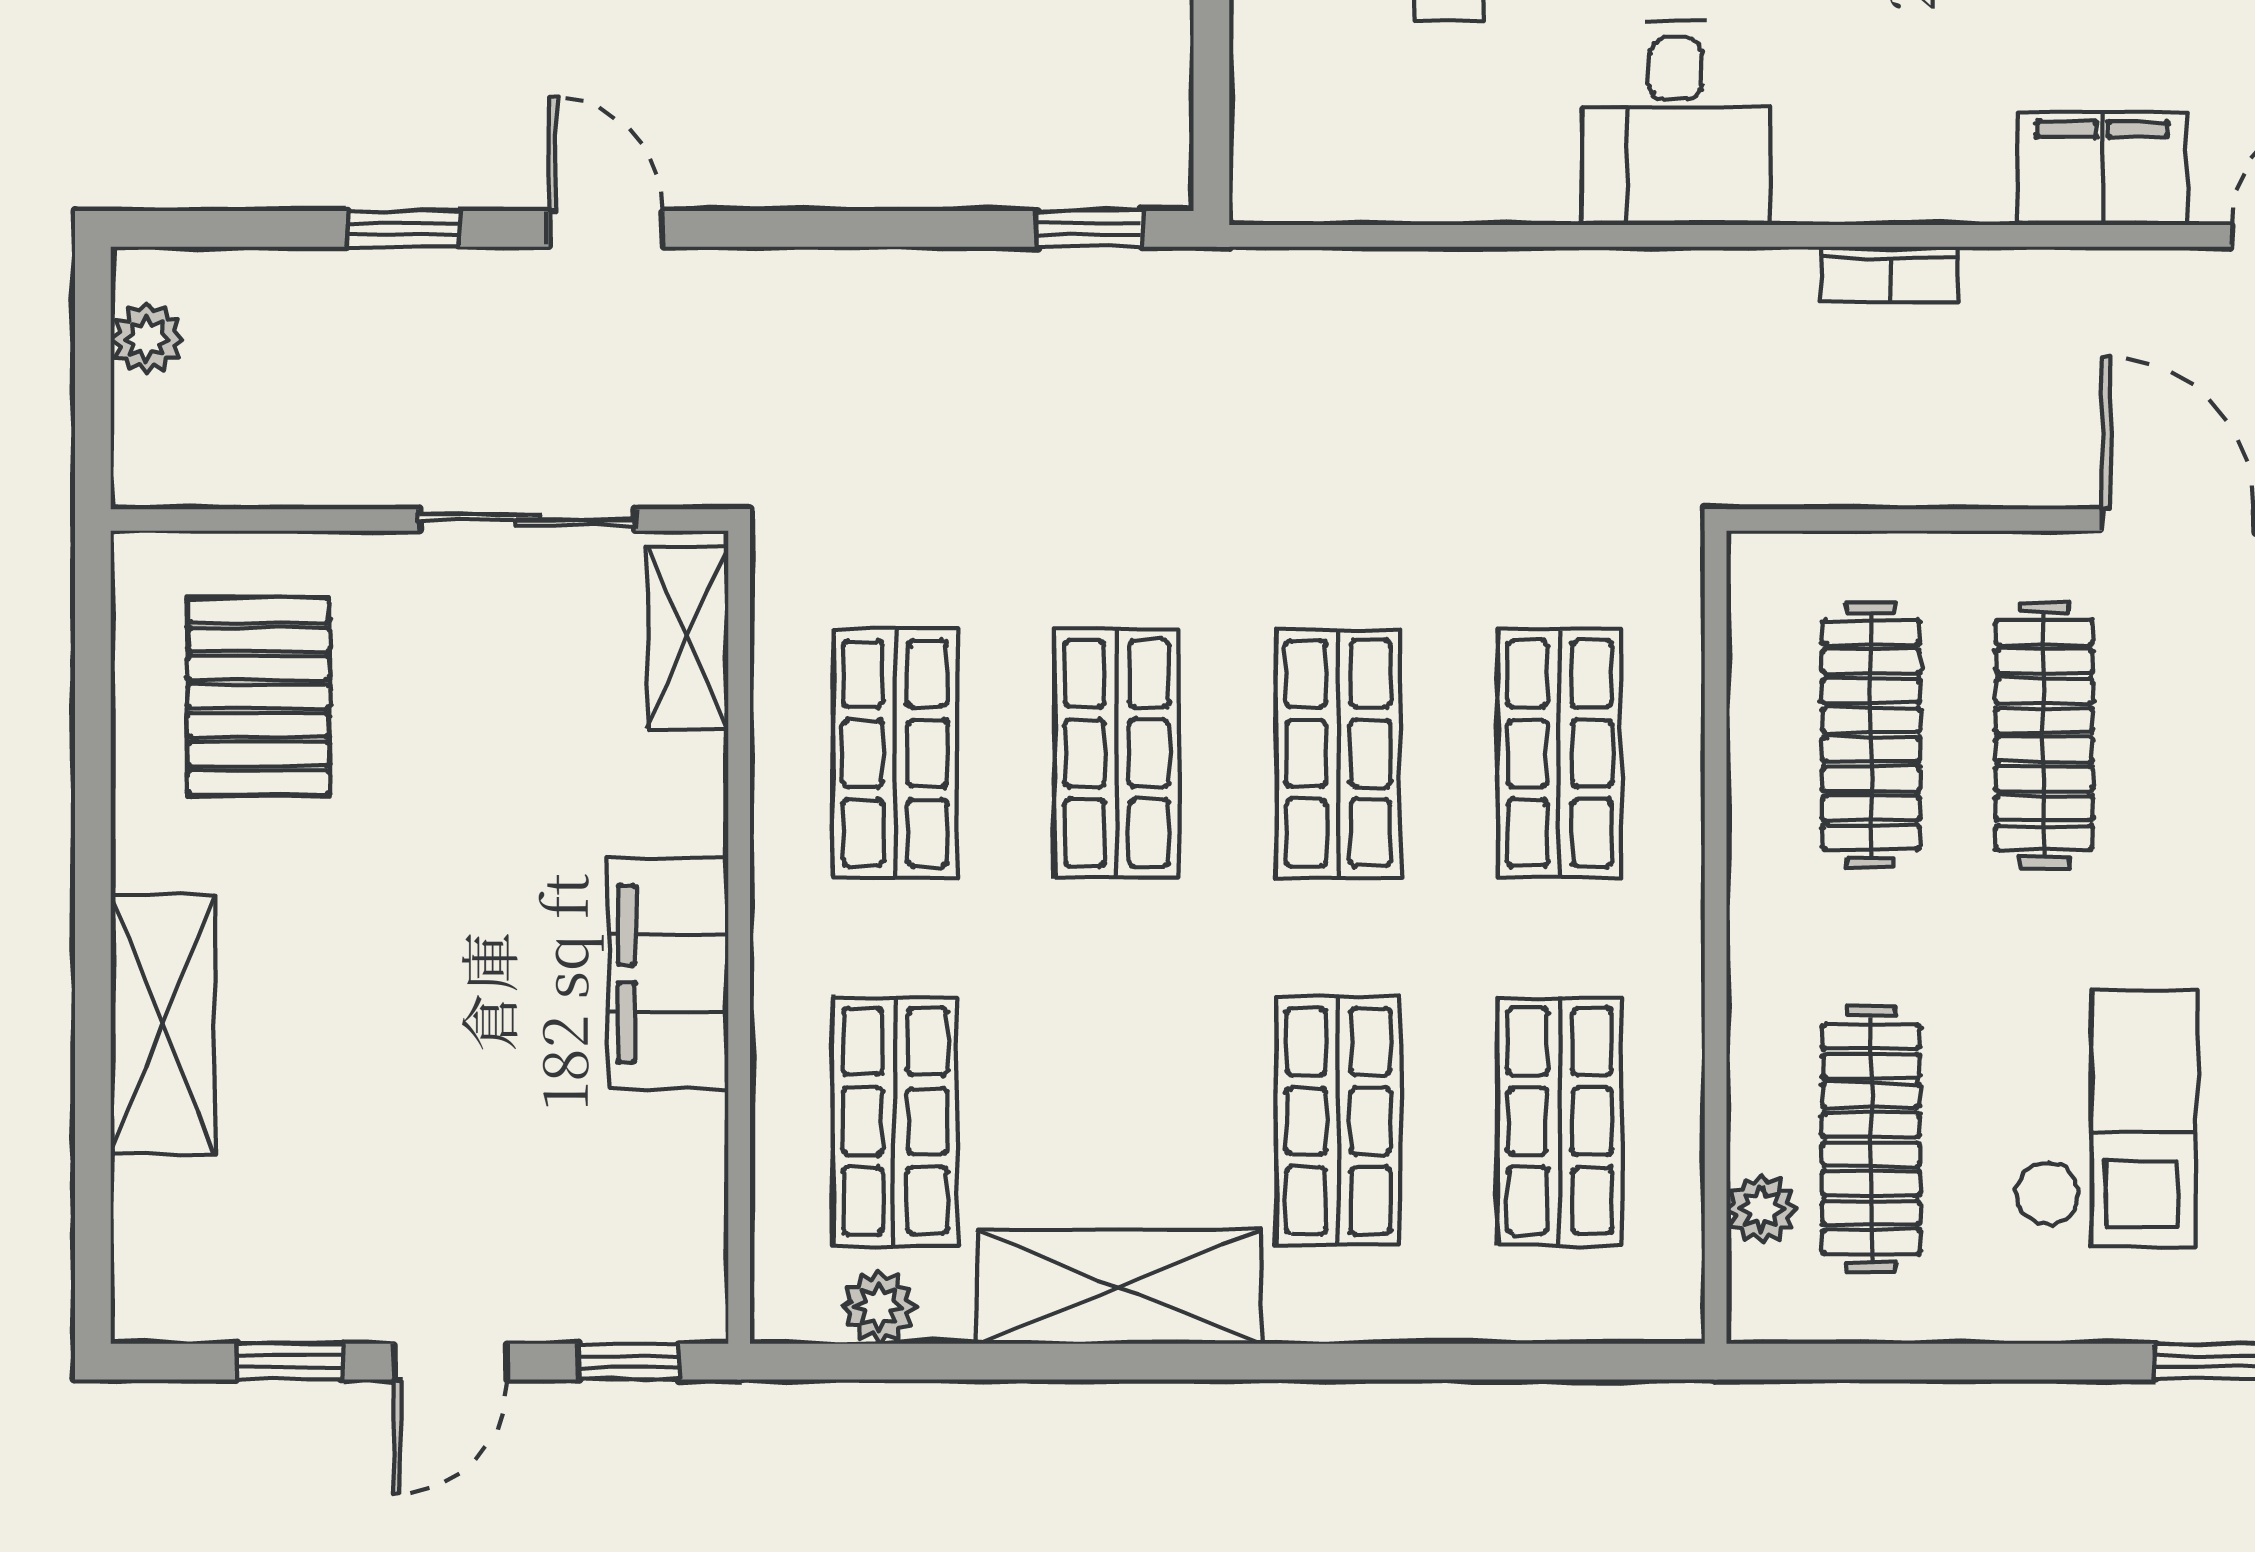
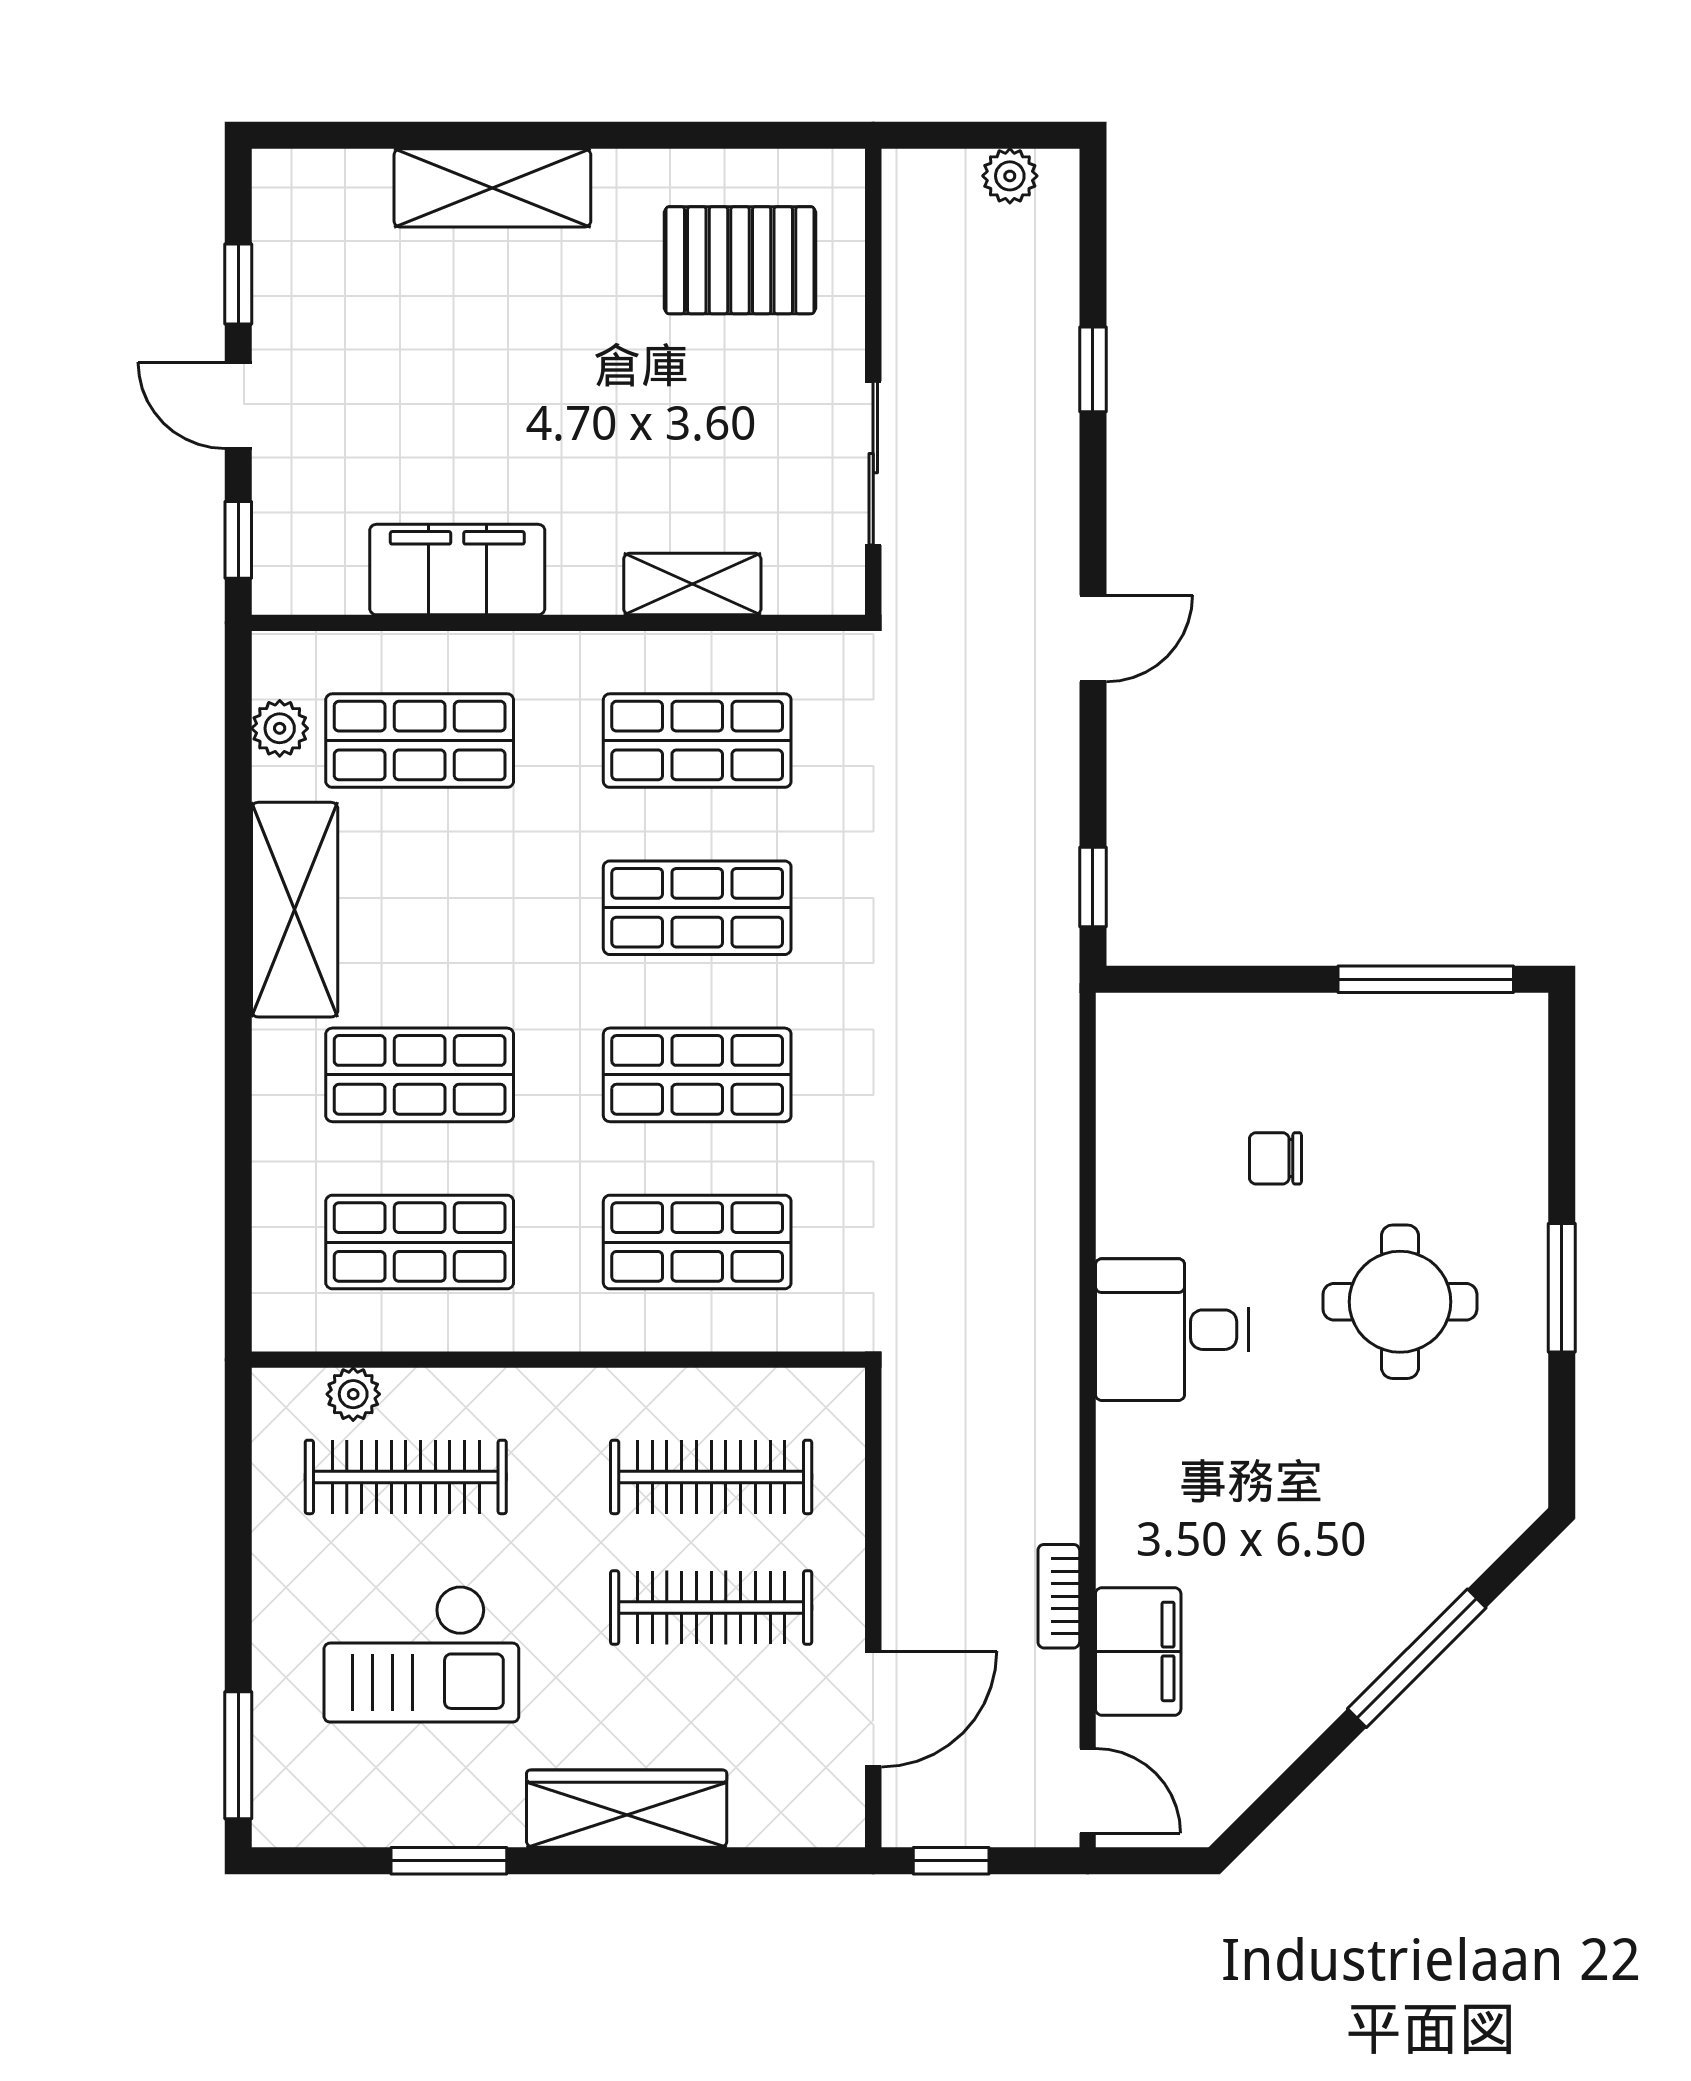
door: (606, 229) -> (1093, 638), moved
bookcase: (1890, 274) -> (1059, 1596), moved
shelving: (688, 638) -> (692, 584), moved
filing cabinet: (668, 973) -> (457, 570), moved

